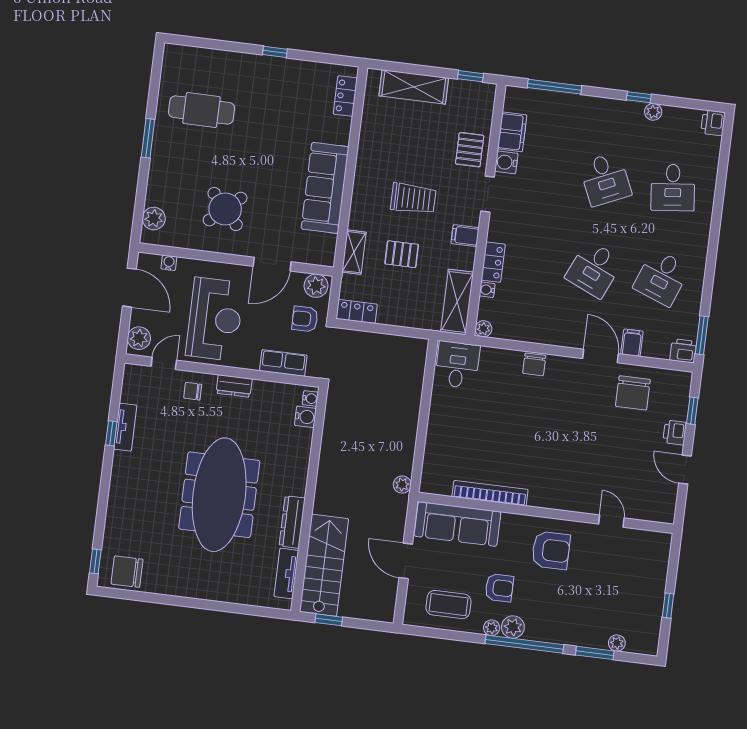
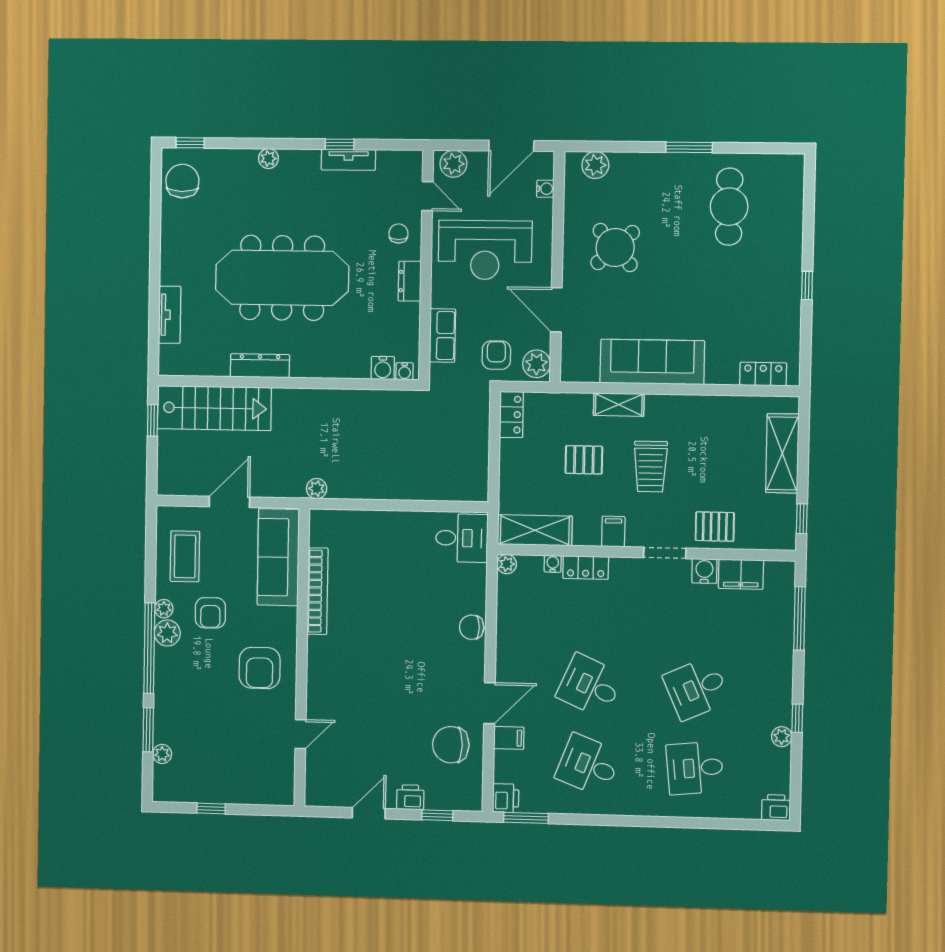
shelving: (354, 252) -> (619, 405), moved
pallet: (402, 254) -> (584, 460), turned 90
plant: (116, 495) -> (268, 158), added
tv unit: (286, 573) -> (170, 315), moved, turned 90

